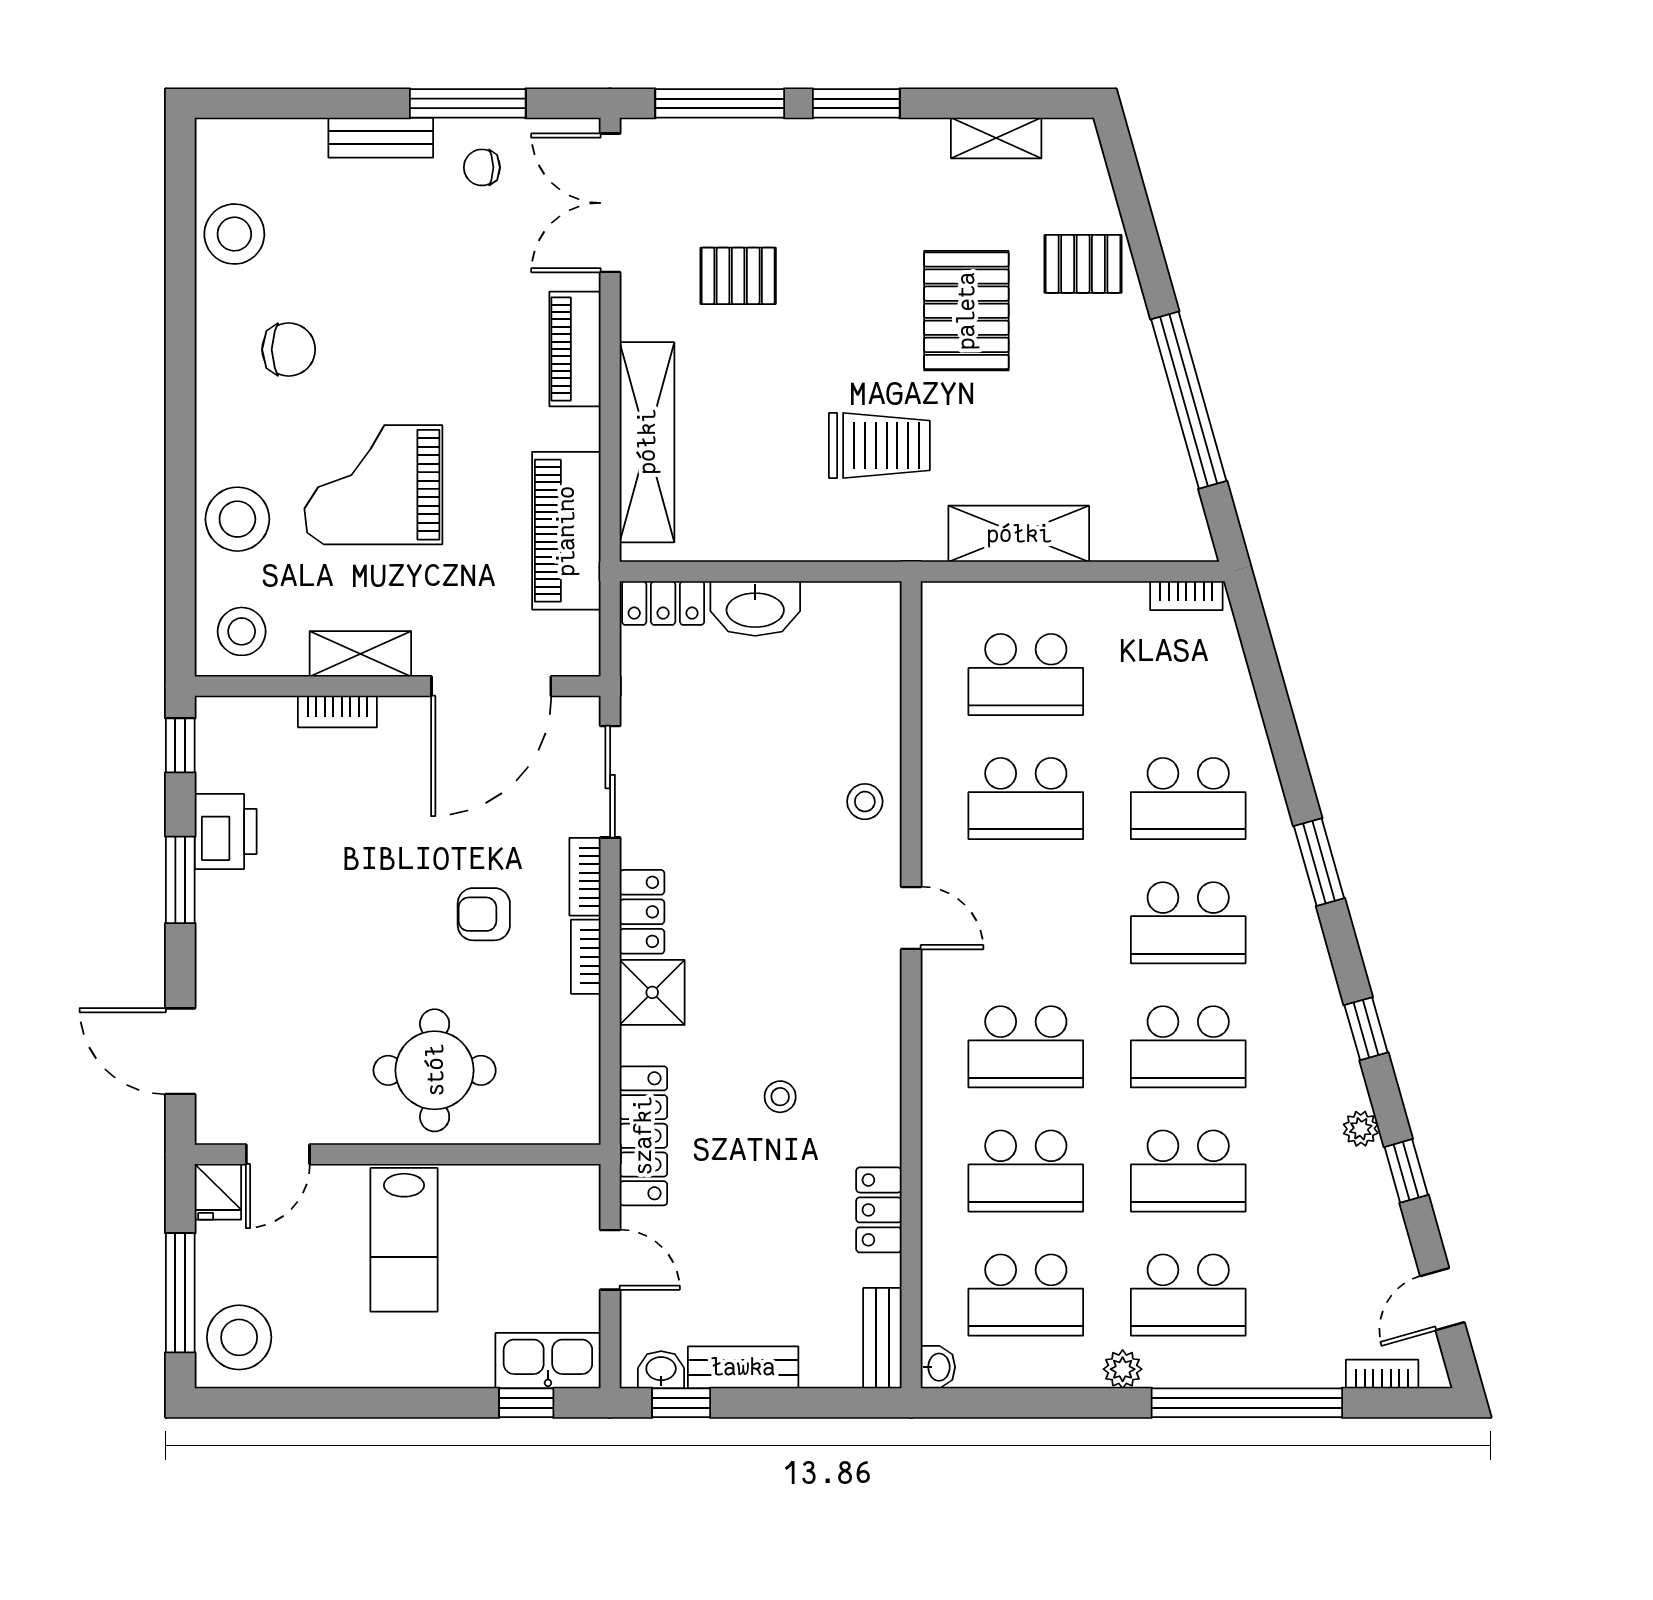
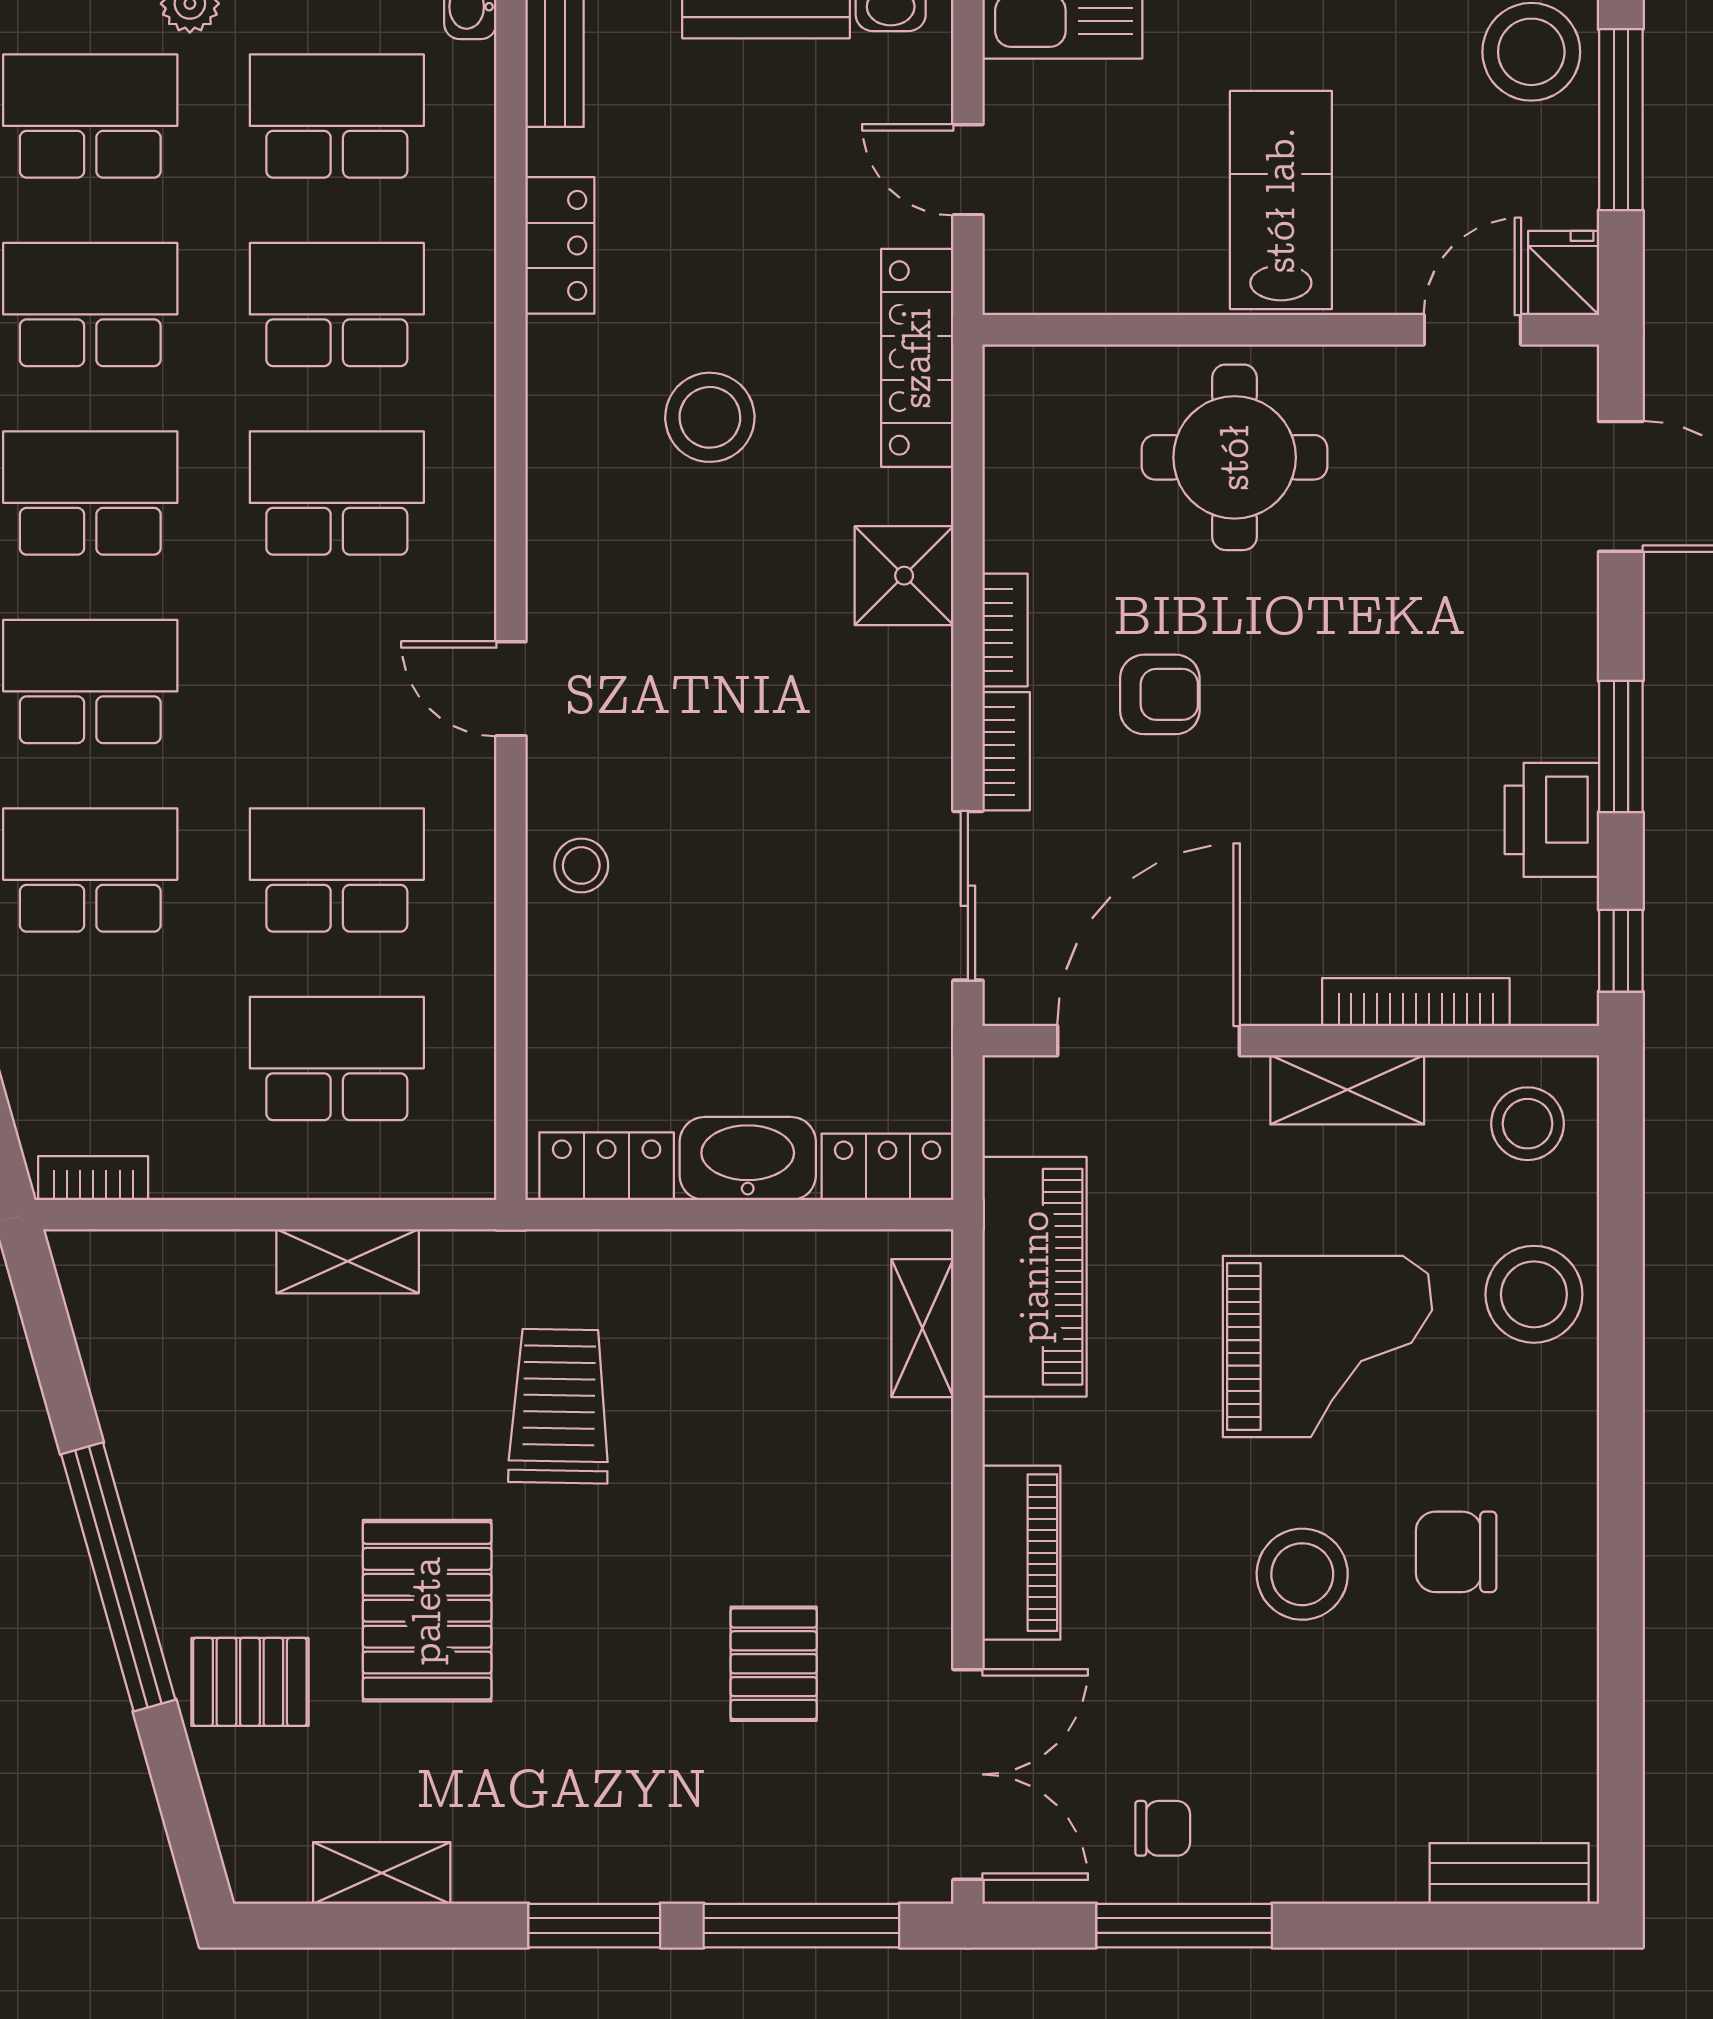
bench: (381, 138) -> (1509, 1873), moved
stool: (234, 234) -> (1302, 1574), moved
pallet: (738, 276) -> (774, 1664), turned 90
window: (1189, 400) -> (118, 1577), moved
shelving: (647, 442) -> (922, 1328), width x0.45, depth x0.75
trolley: (879, 445) -> (559, 1406), turned 91
shelving: (1019, 534) -> (348, 1261), width x0.67, depth x0.75
bookcase: (337, 712) -> (1416, 1002), width x1.56
locker: (642, 912) -> (607, 1166), moved, turned 90
stool: (780, 1097) -> (710, 417), width x1.89, depth x1.89

